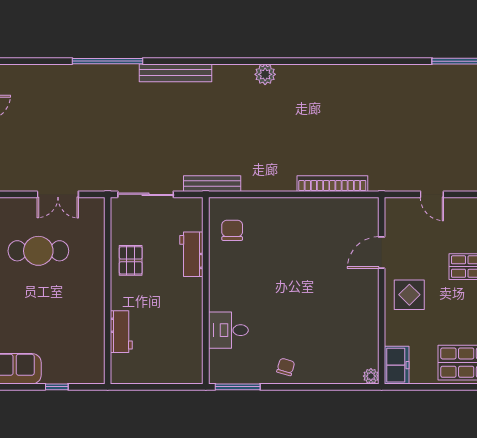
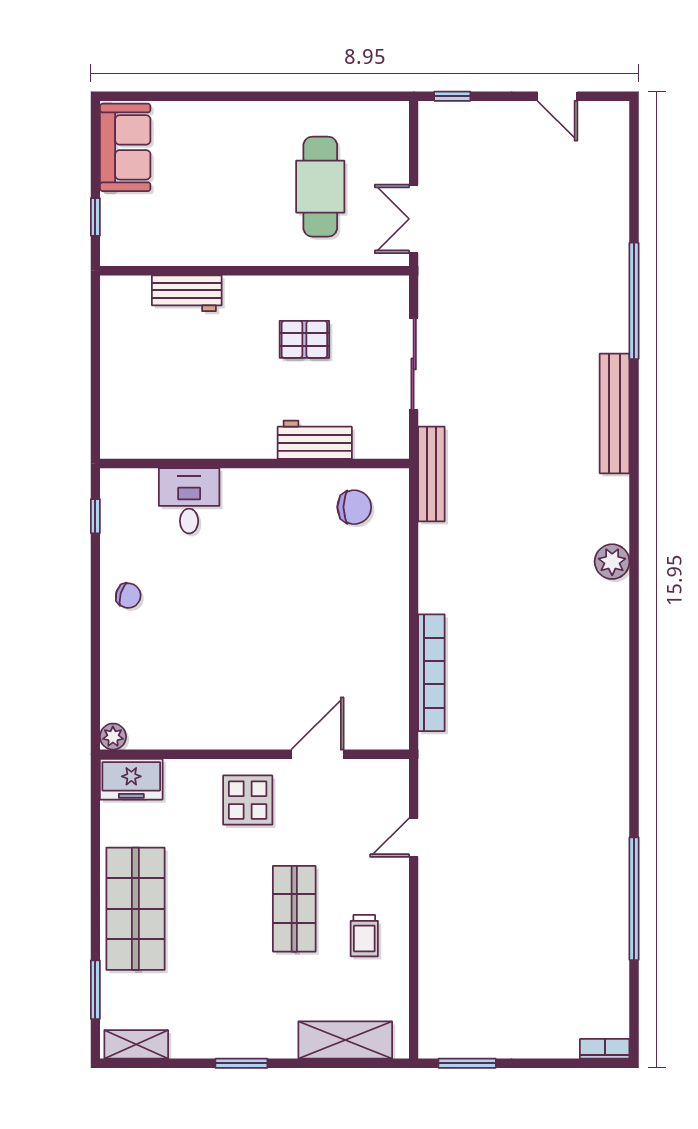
door: (382, 253) -> (317, 754), hinge flipped
wall: (108, 291) -> (255, 271), moved
workbench: (121, 332) -> (187, 293), moved
window: (238, 387) -> (95, 516), width x0.46

